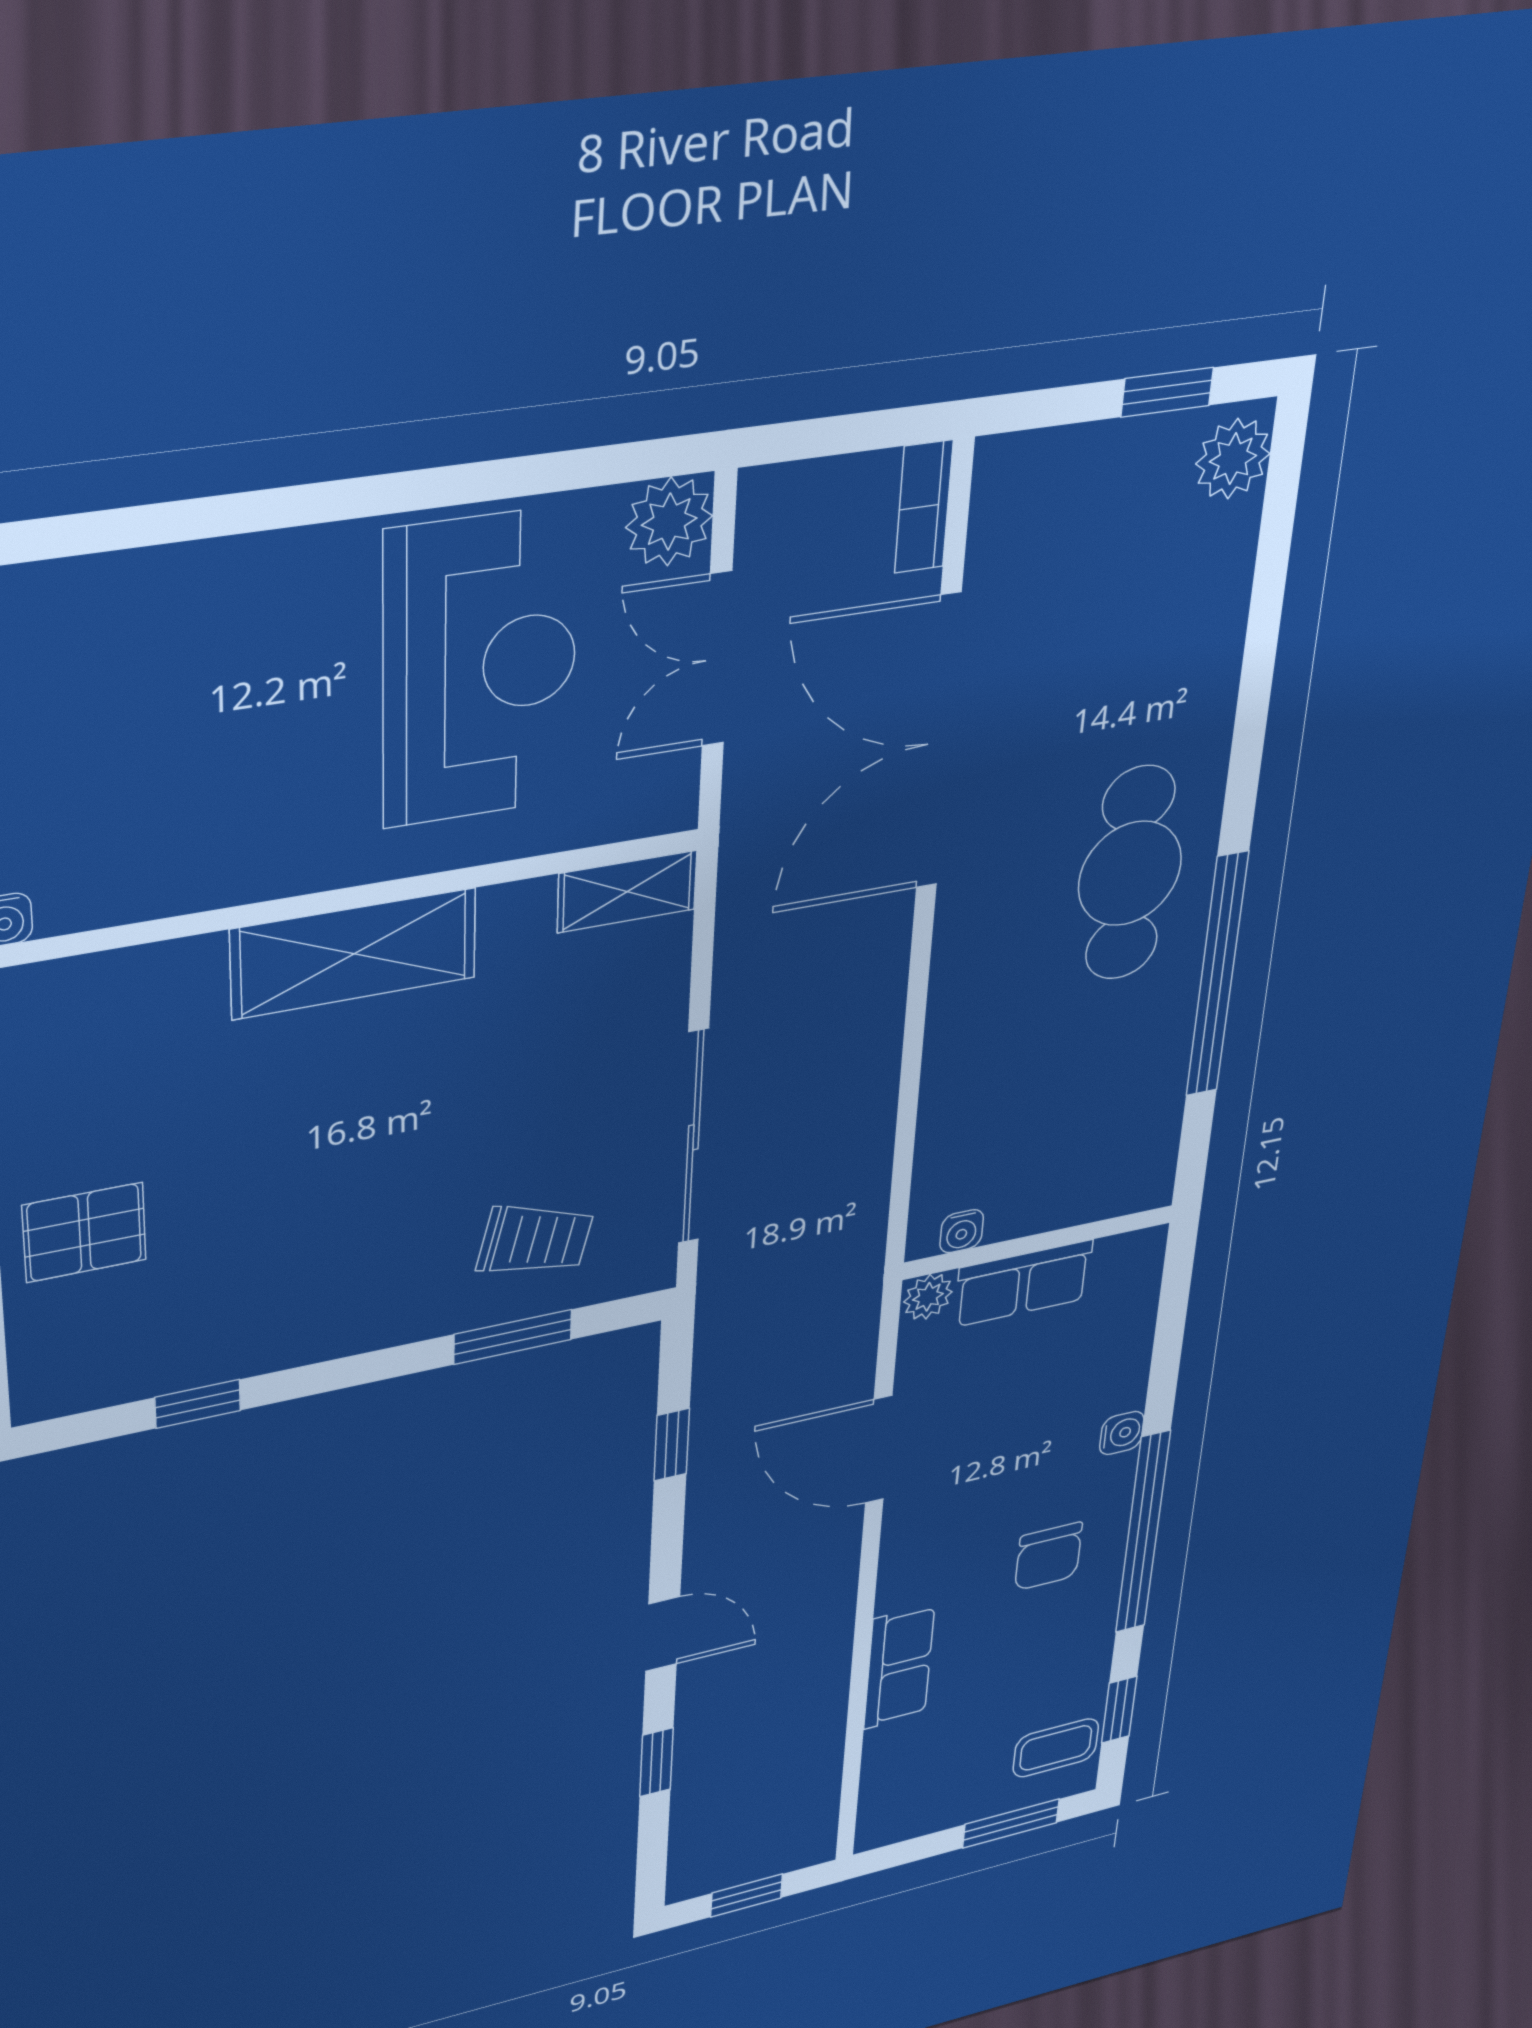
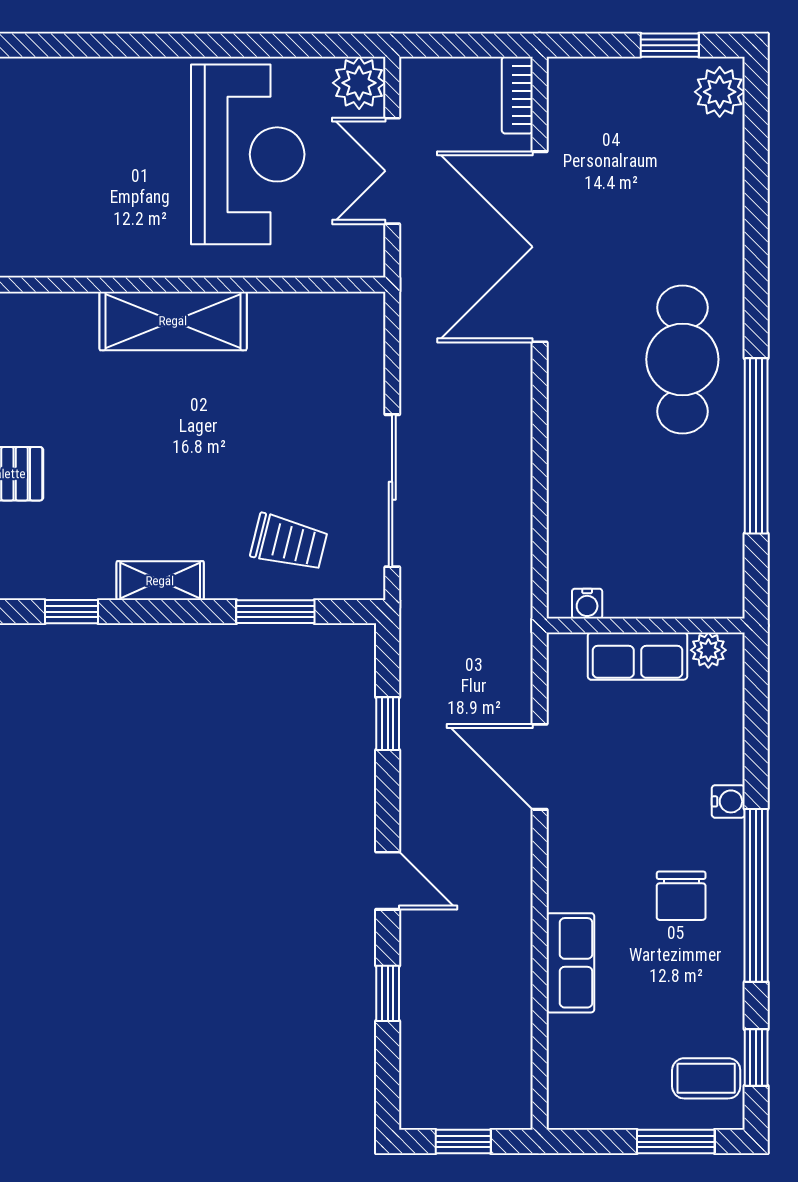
shelving: (627, 892) -> (160, 581), moved
plant: (928, 1297) -> (708, 650), moved

